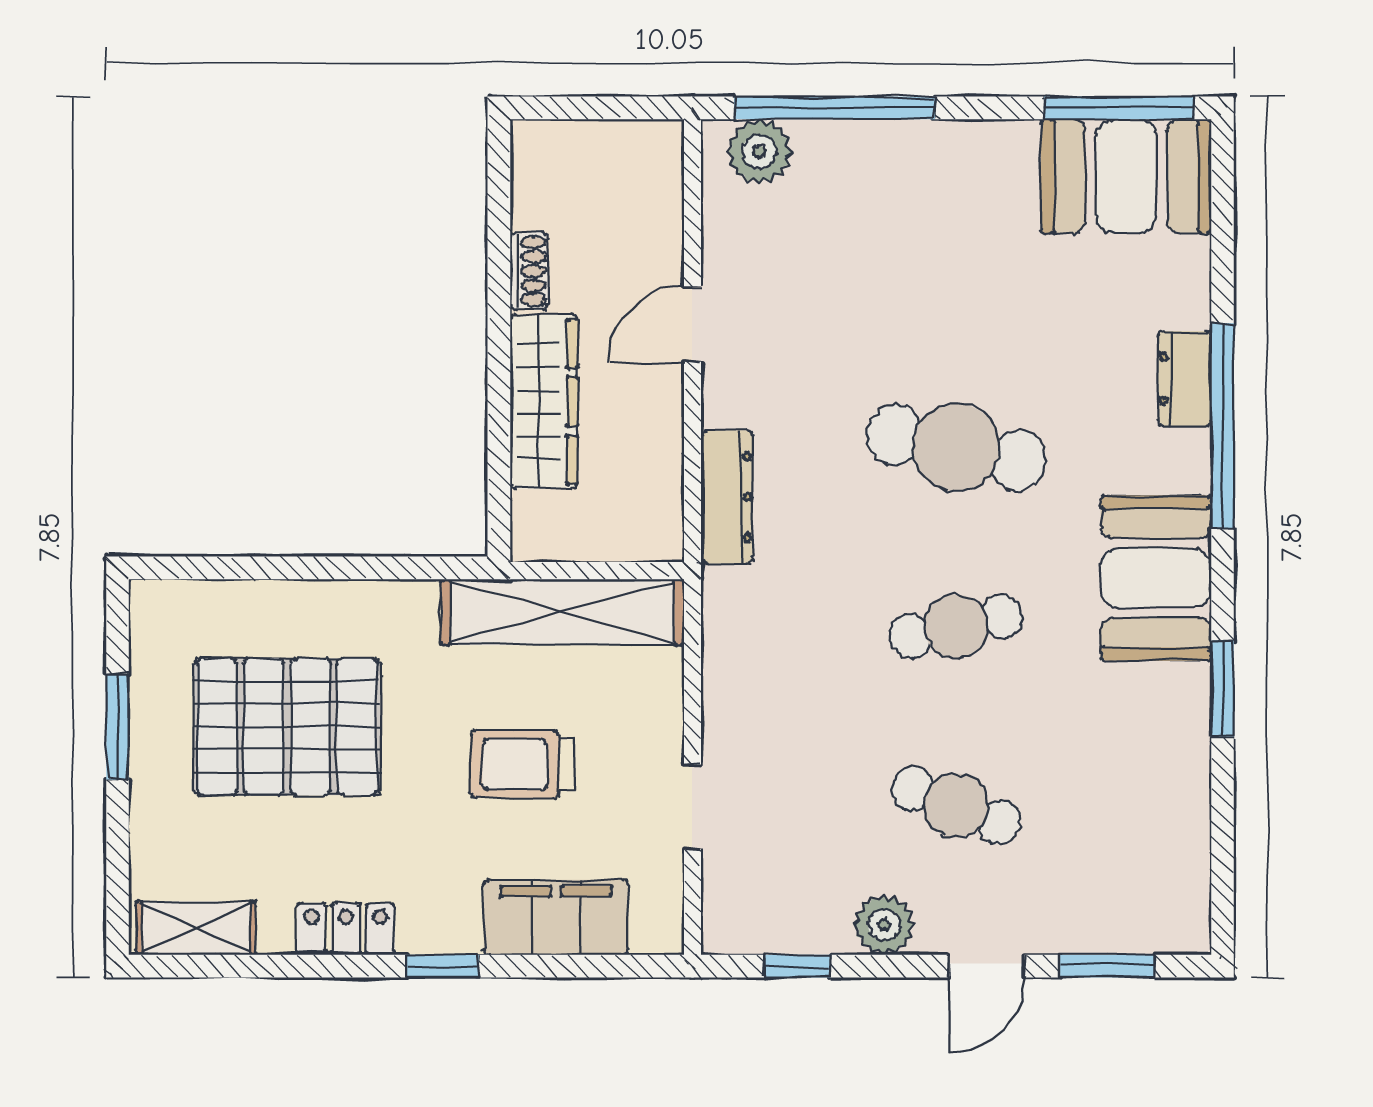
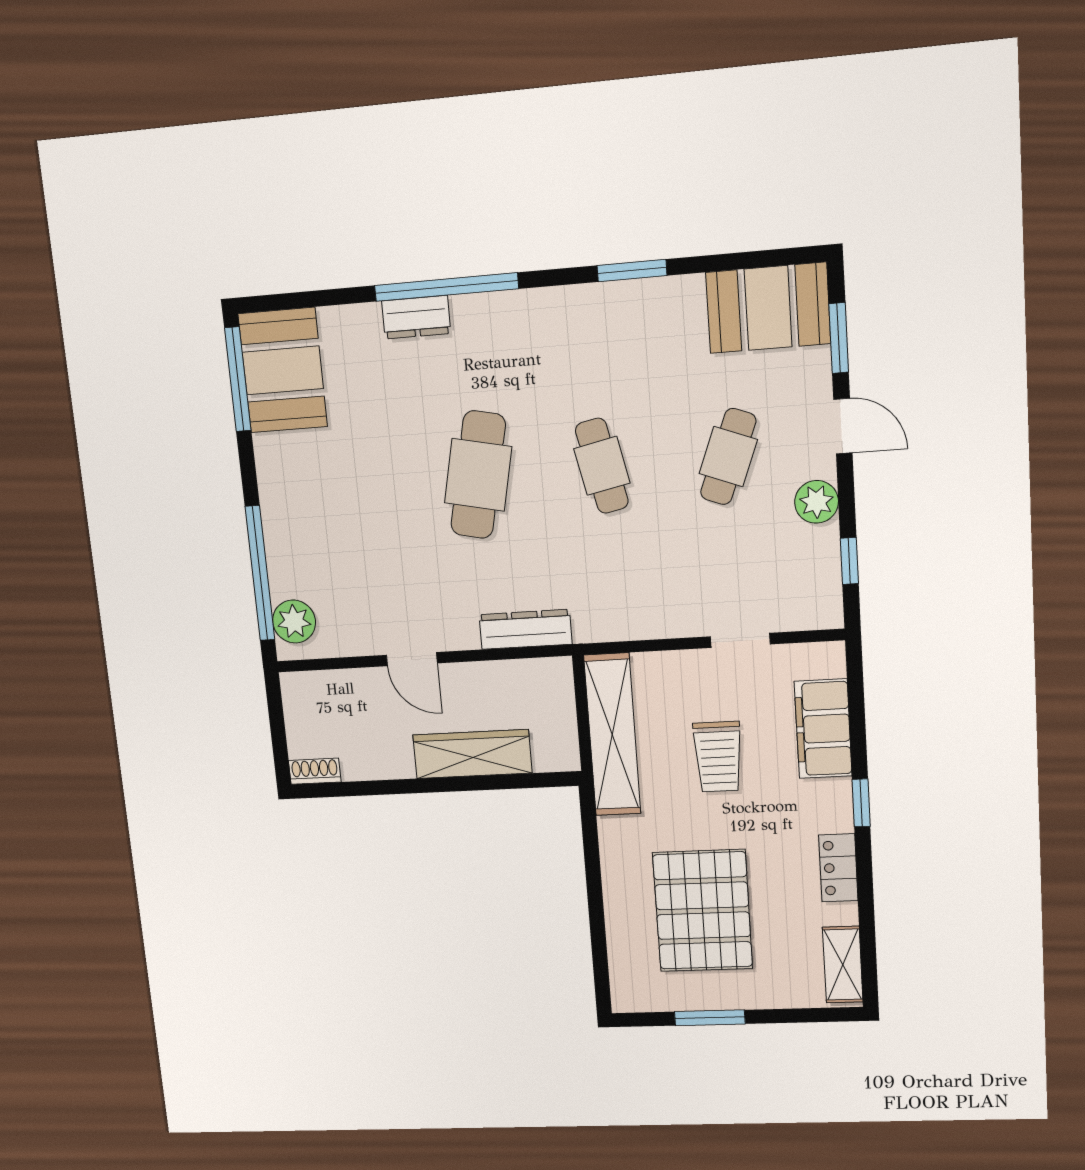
shoe rack: (529, 271) -> (315, 771), moved
booth: (1156, 578) -> (768, 308), moved

